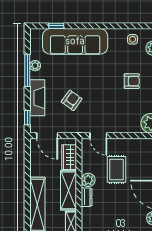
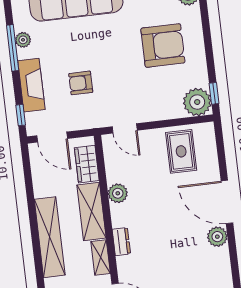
armchair: (132, 81) -> (163, 45), width x1.88, depth x1.88
armchair: (72, 100) -> (81, 83), turned -126
rug: (117, 169) -> (181, 151), moved
dresser: (87, 197) -> (121, 242), moved

